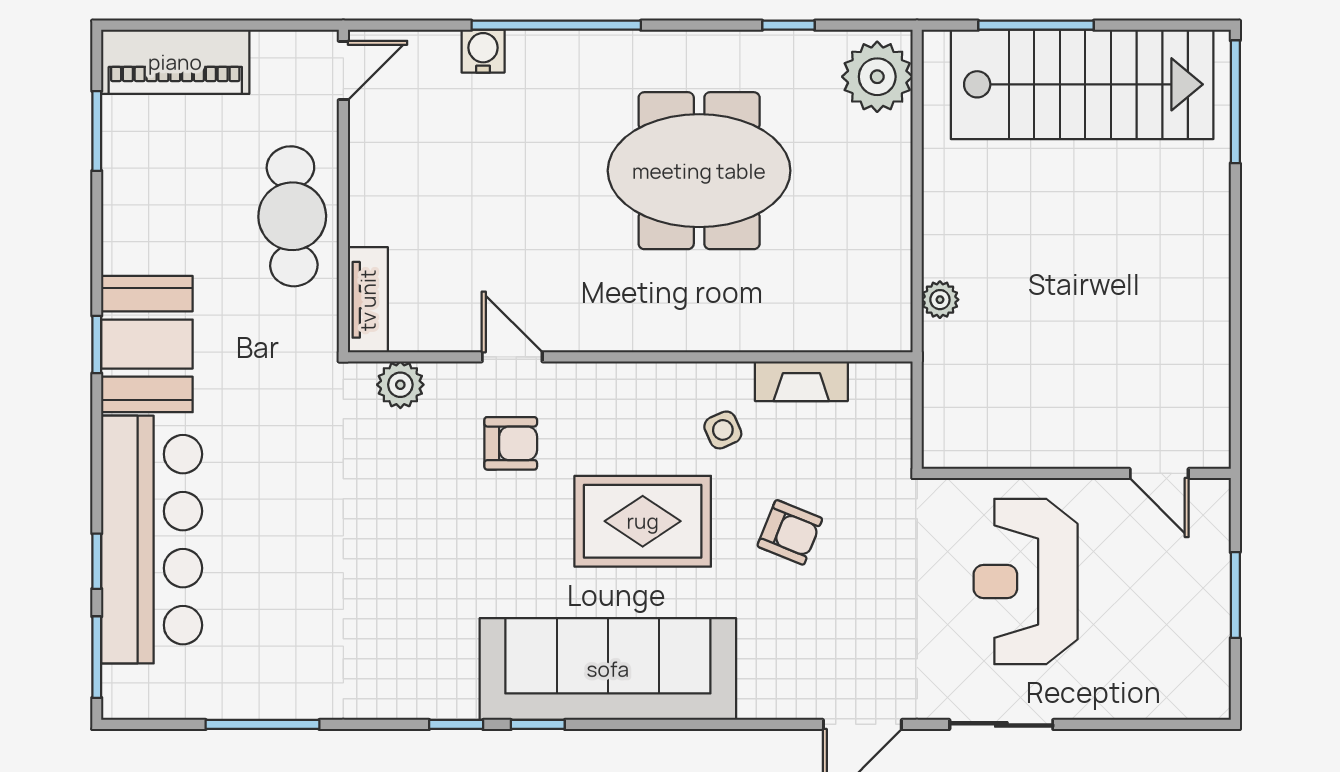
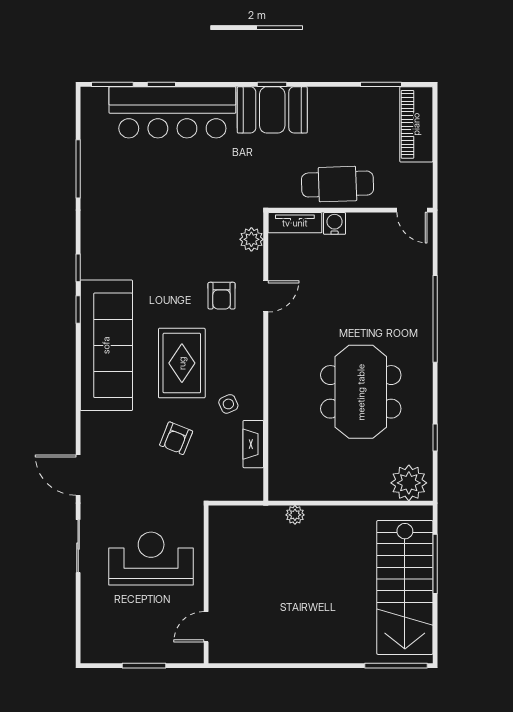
water cooler: (483, 51) -> (335, 223), moved, turned -90

